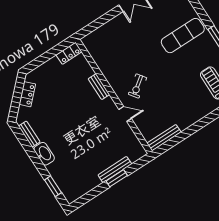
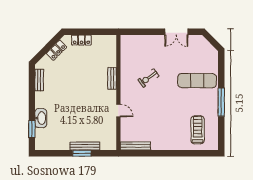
locker: (69, 53) -> (81, 40), moved
exercise bike: (137, 86) -> (148, 78), moved
washbasin: (44, 154) -> (41, 118), moved

